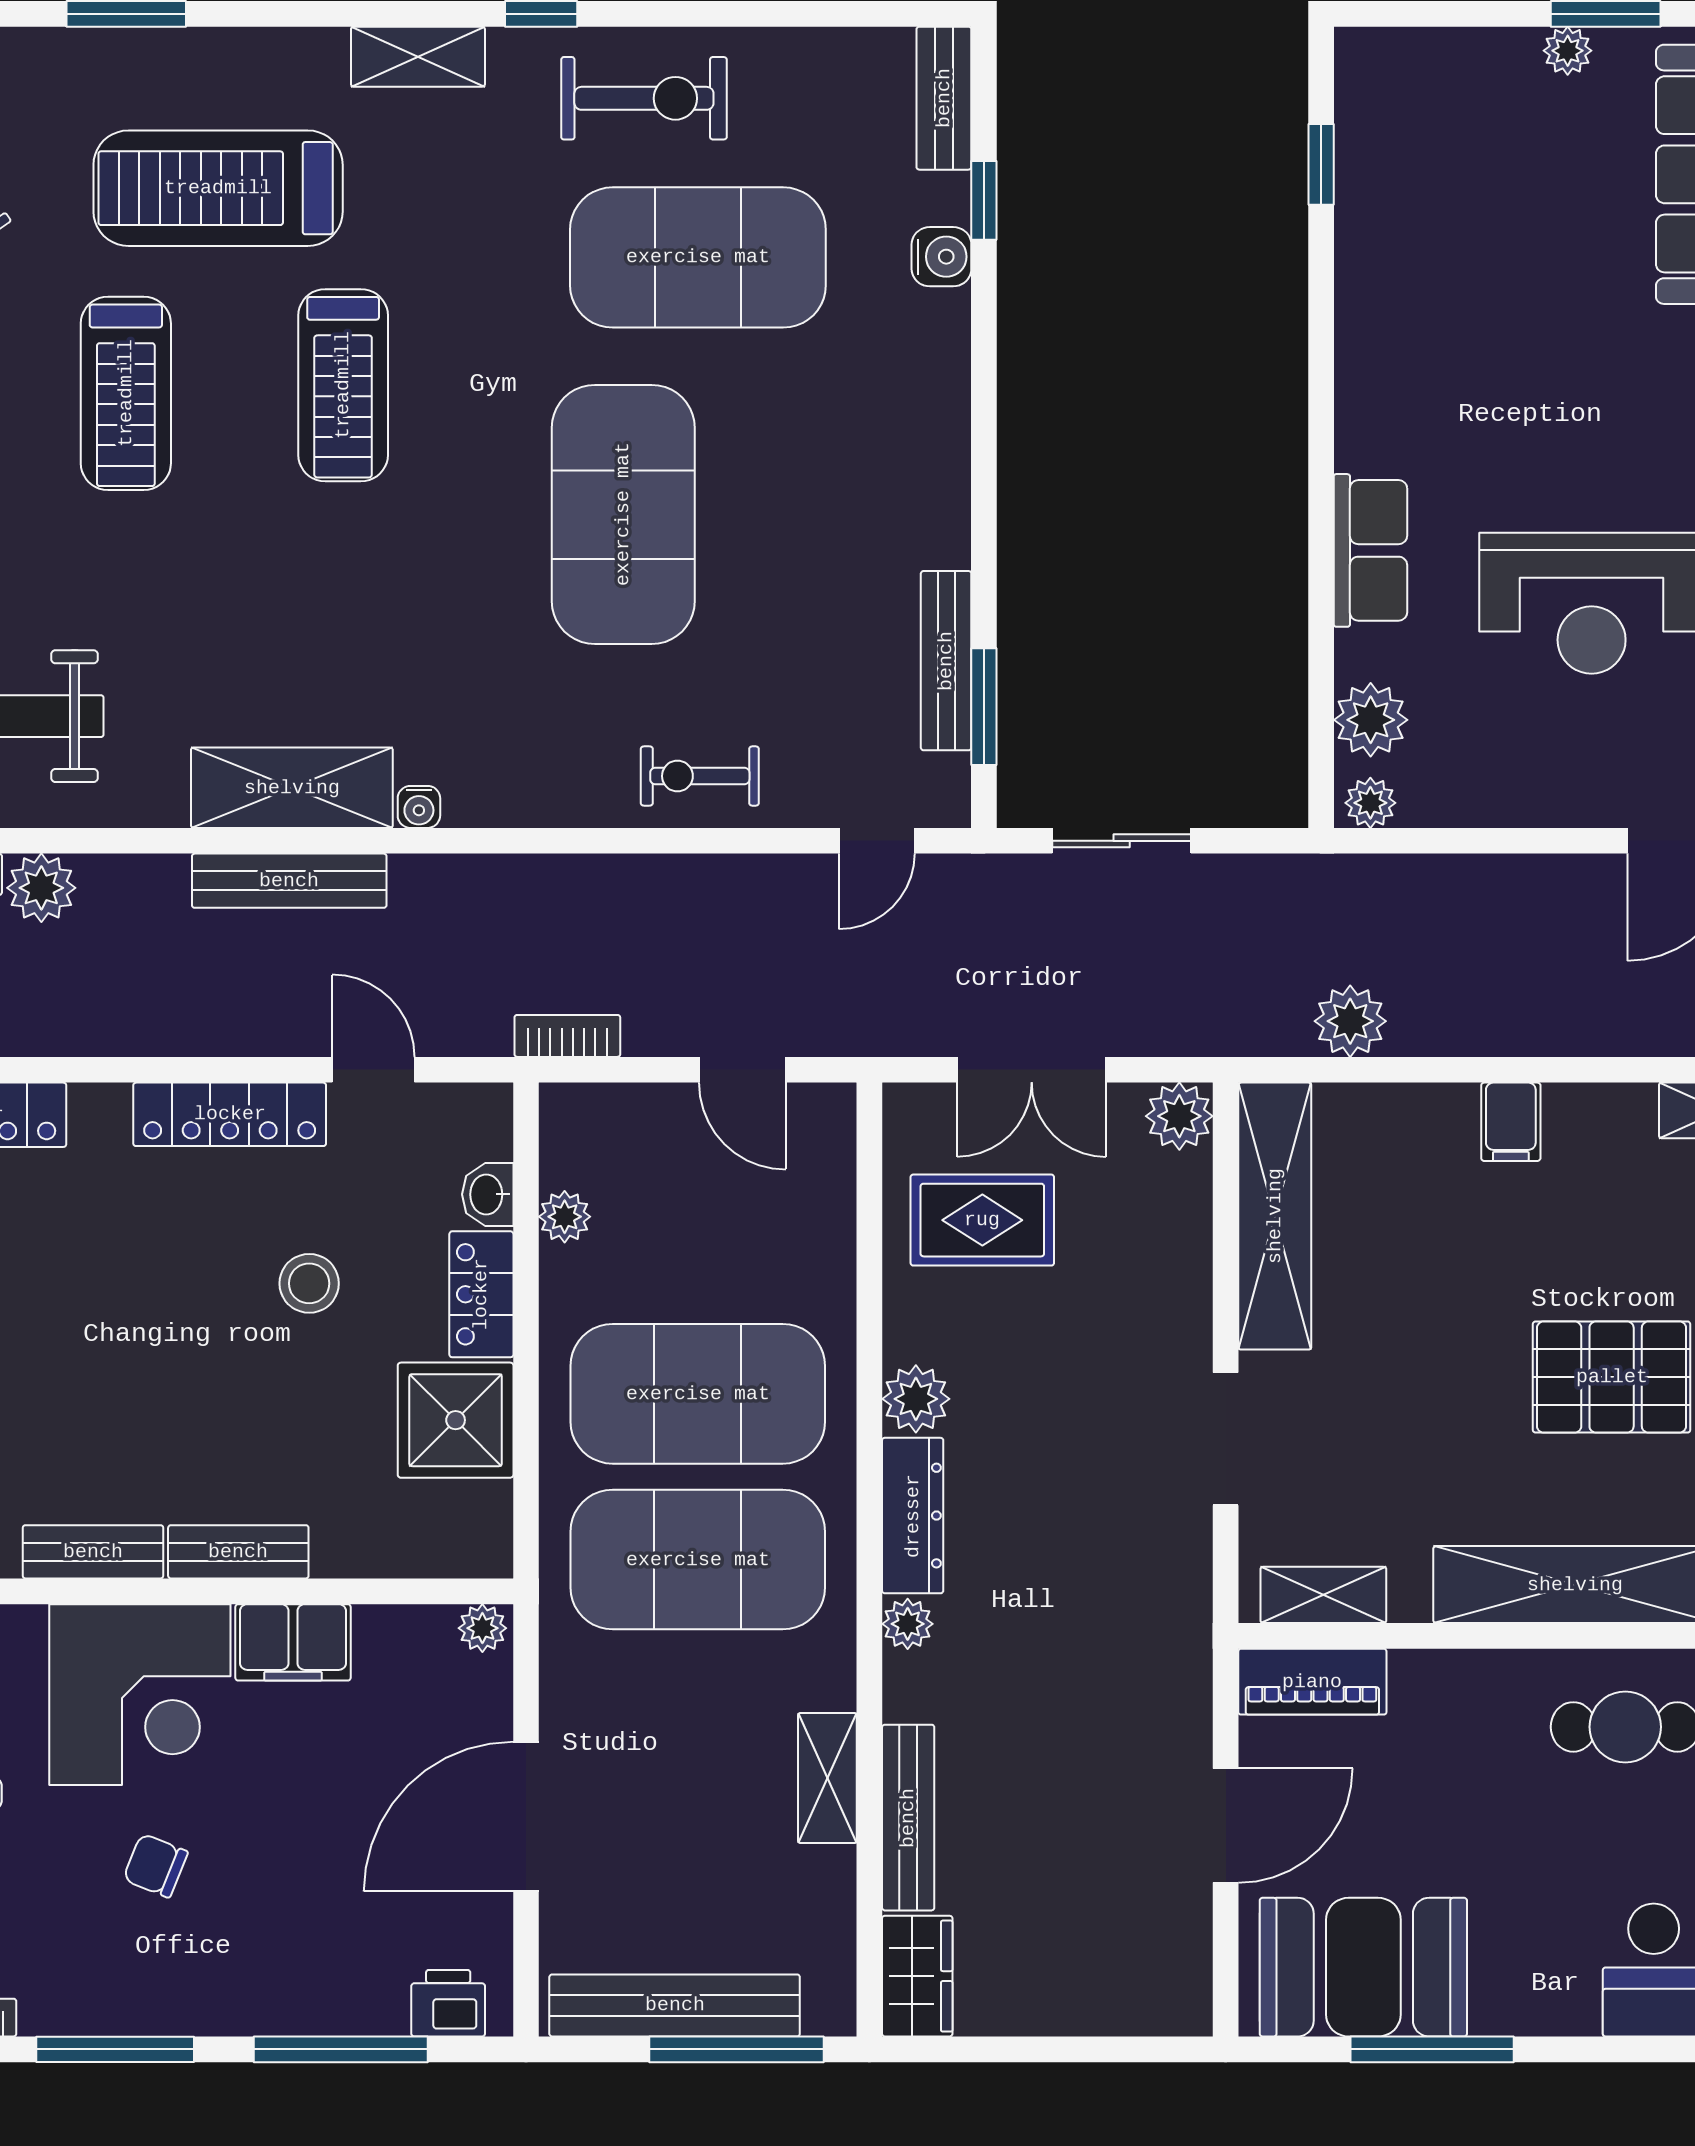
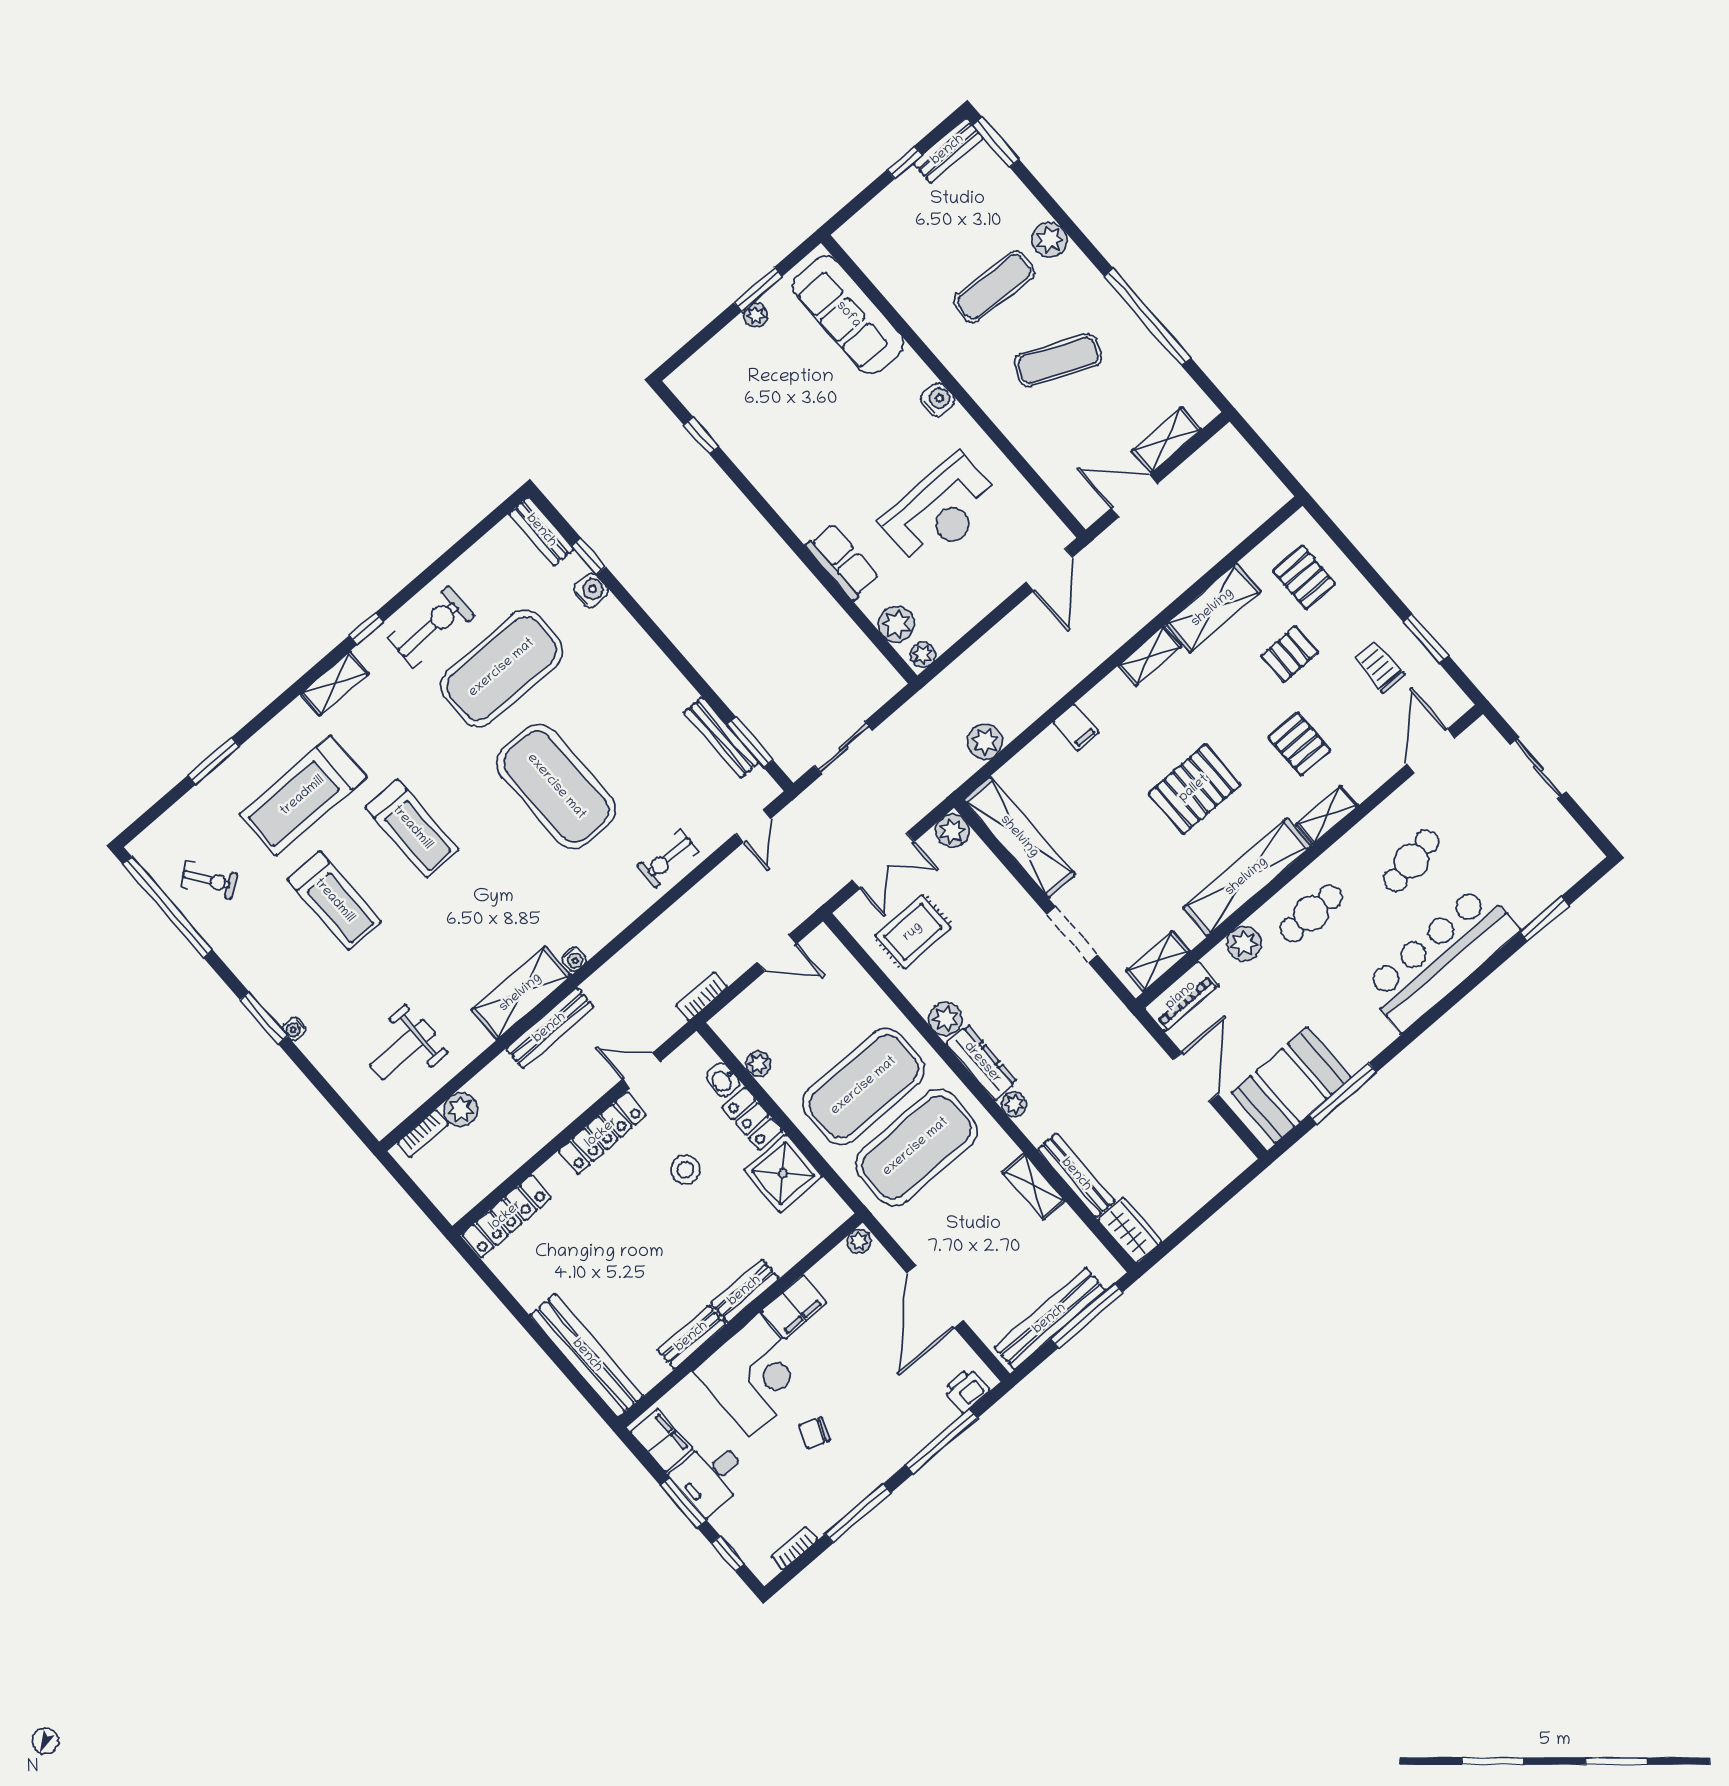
plant: (1481, 1684) -> (1244, 944), added

